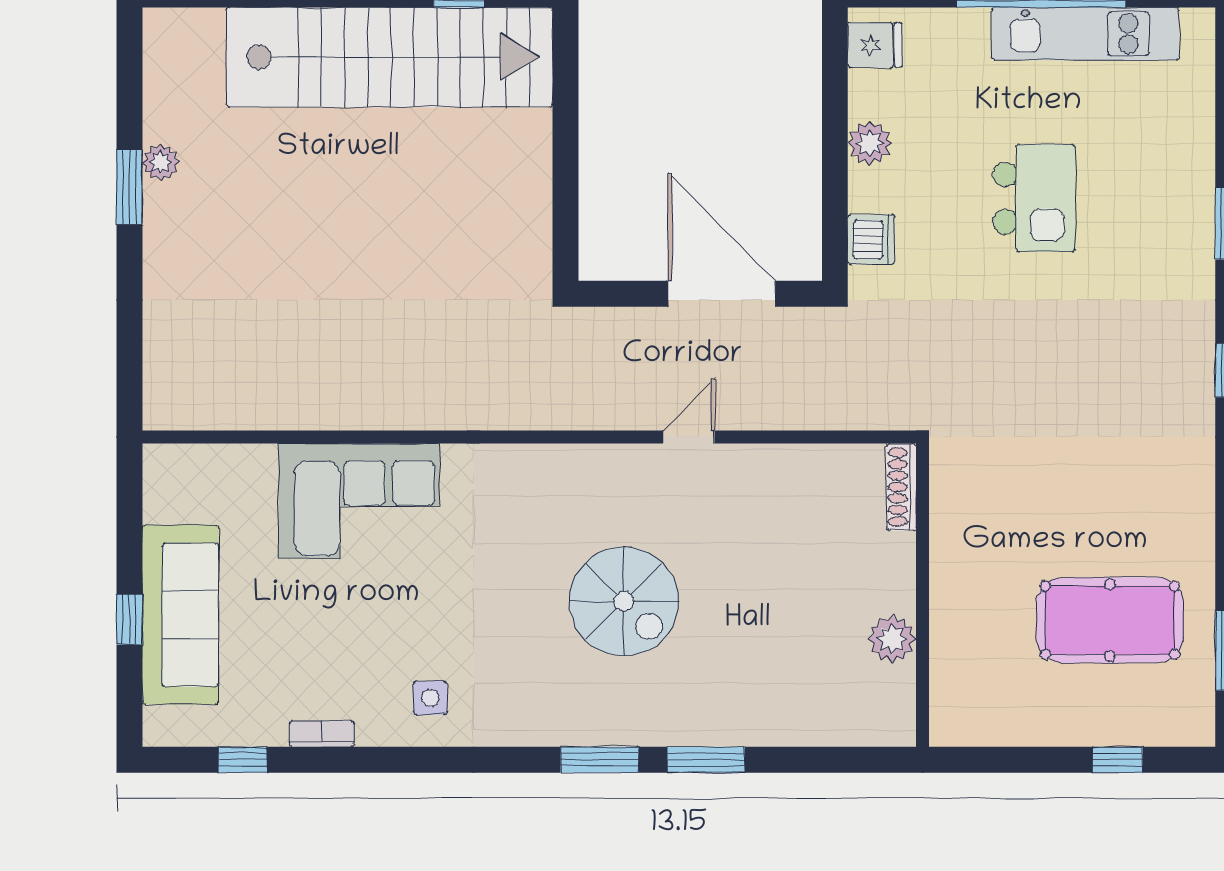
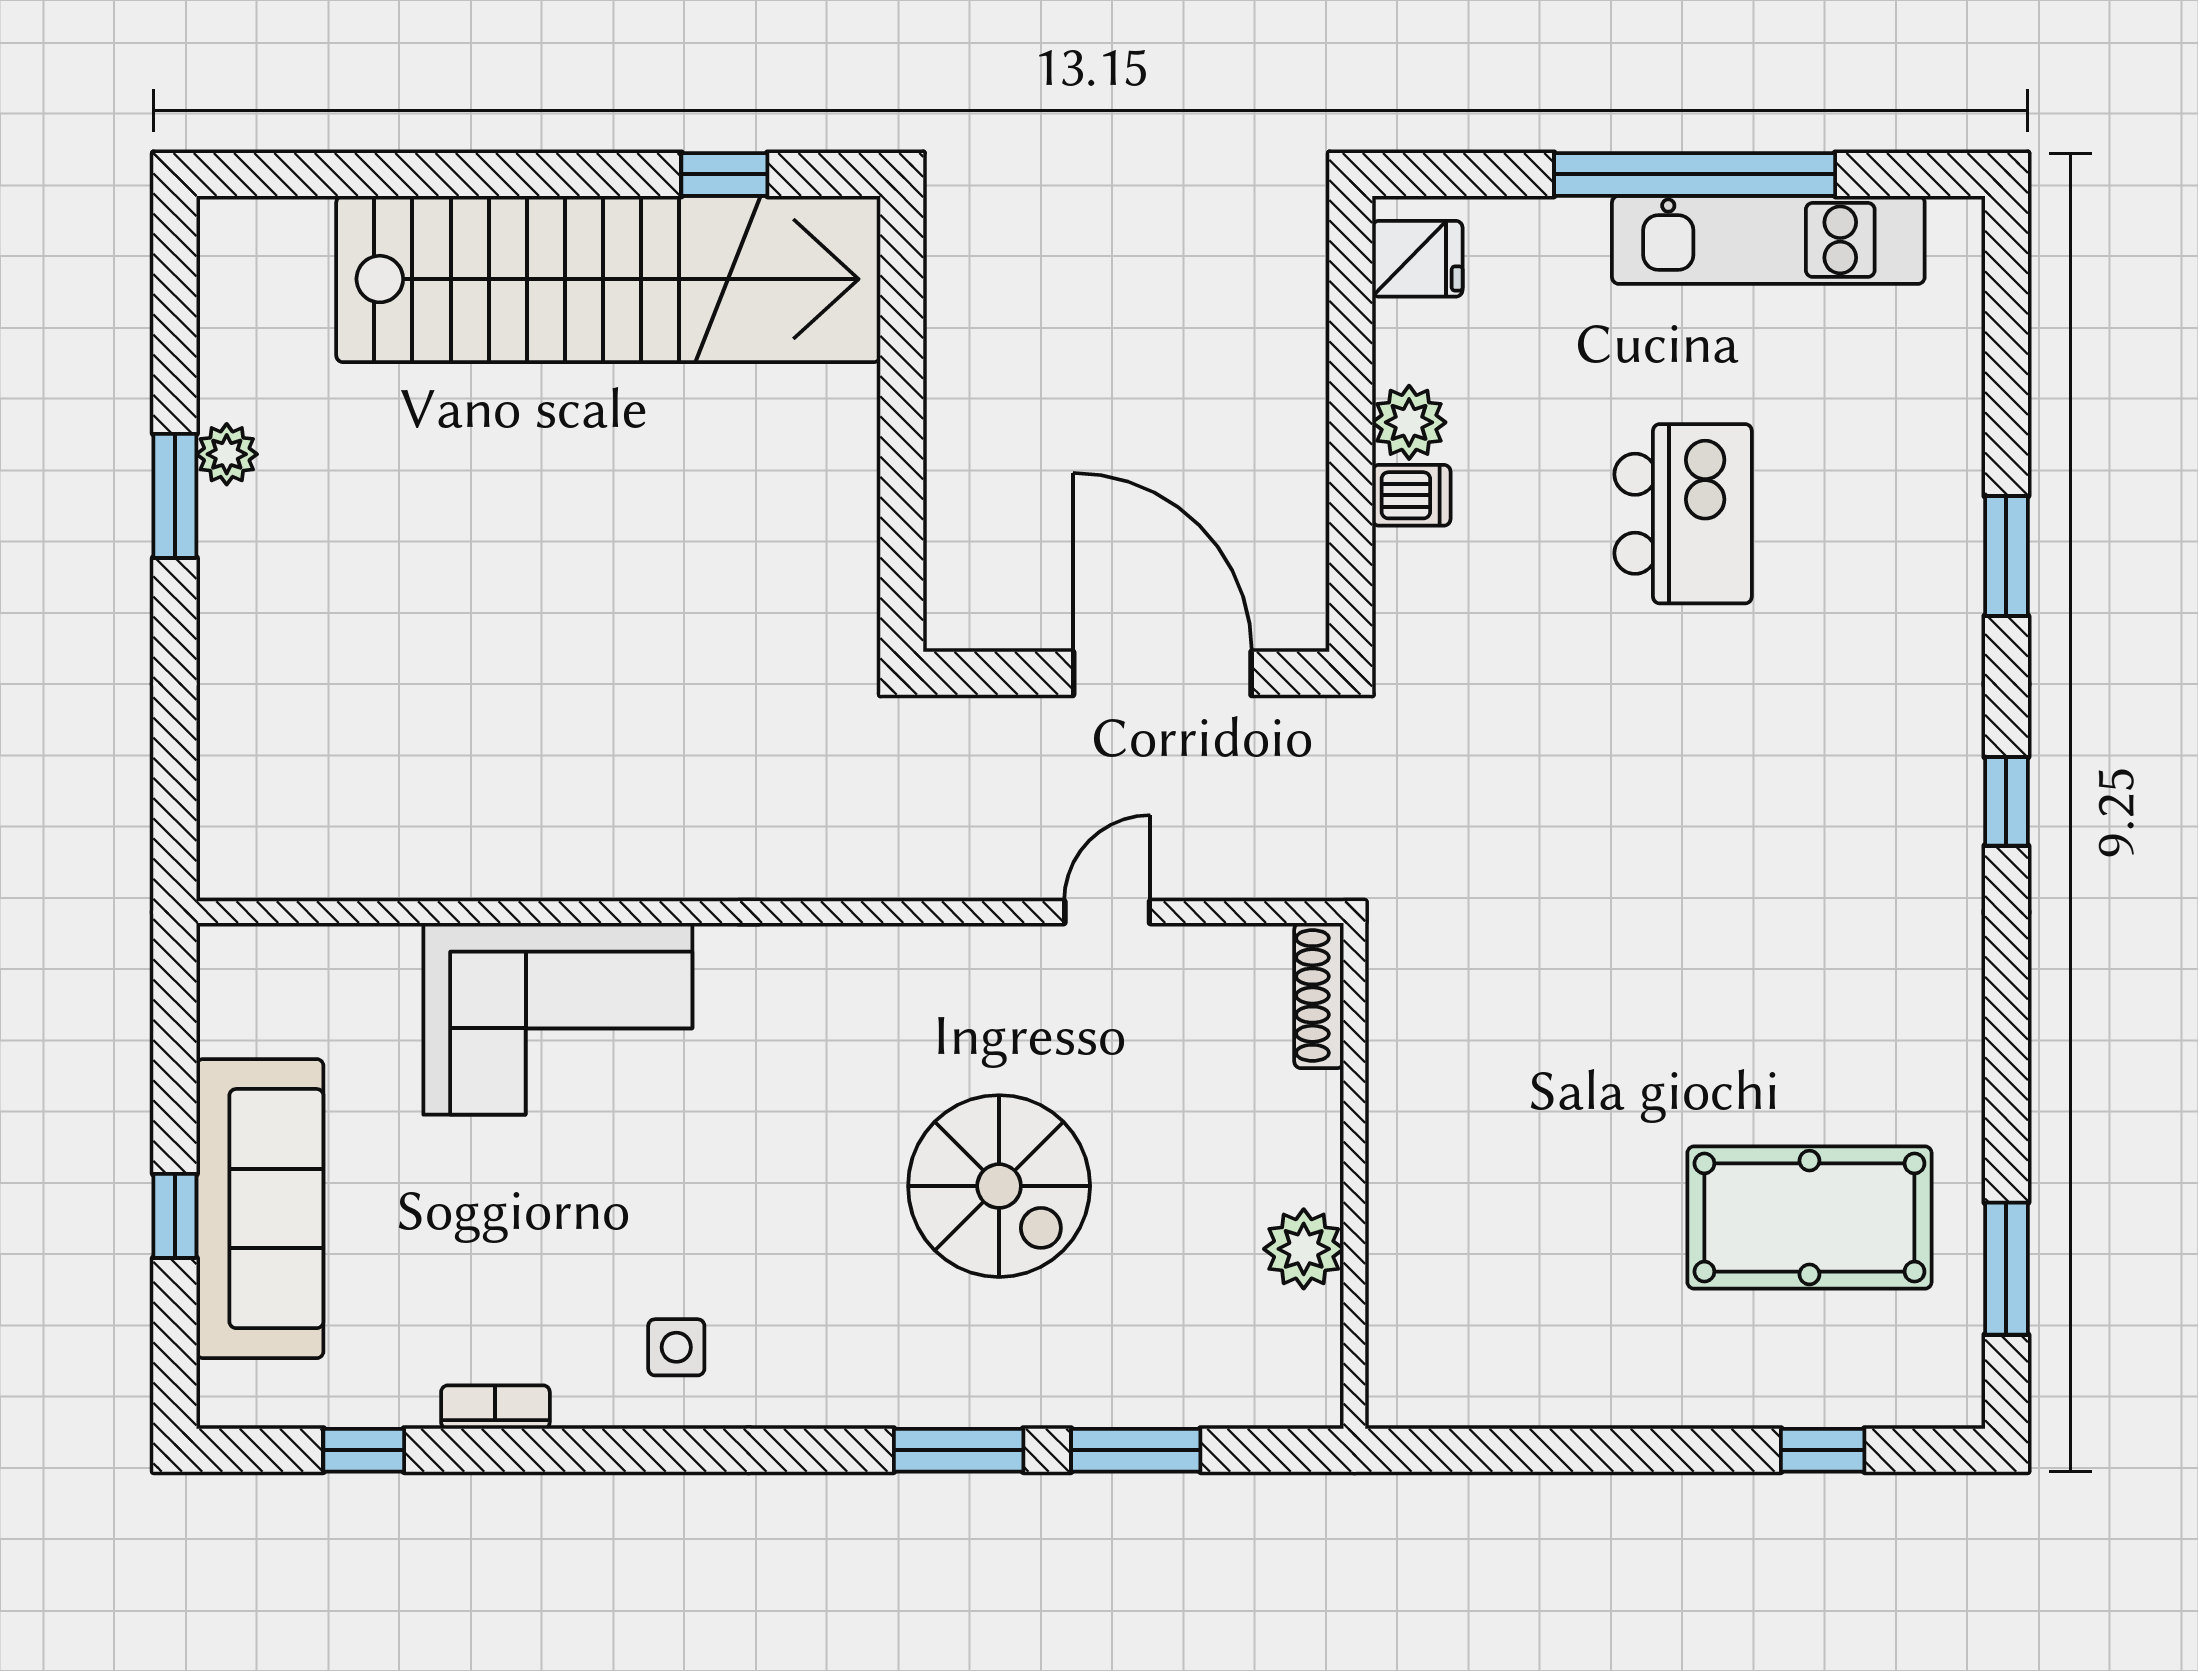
dishwasher: (871, 240) -> (1411, 495), moved, width x0.73
shoe rack: (901, 487) -> (1319, 995), moved
wall: (922, 595) -> (1354, 1176), moved
plant: (892, 639) -> (1304, 1249), moved

